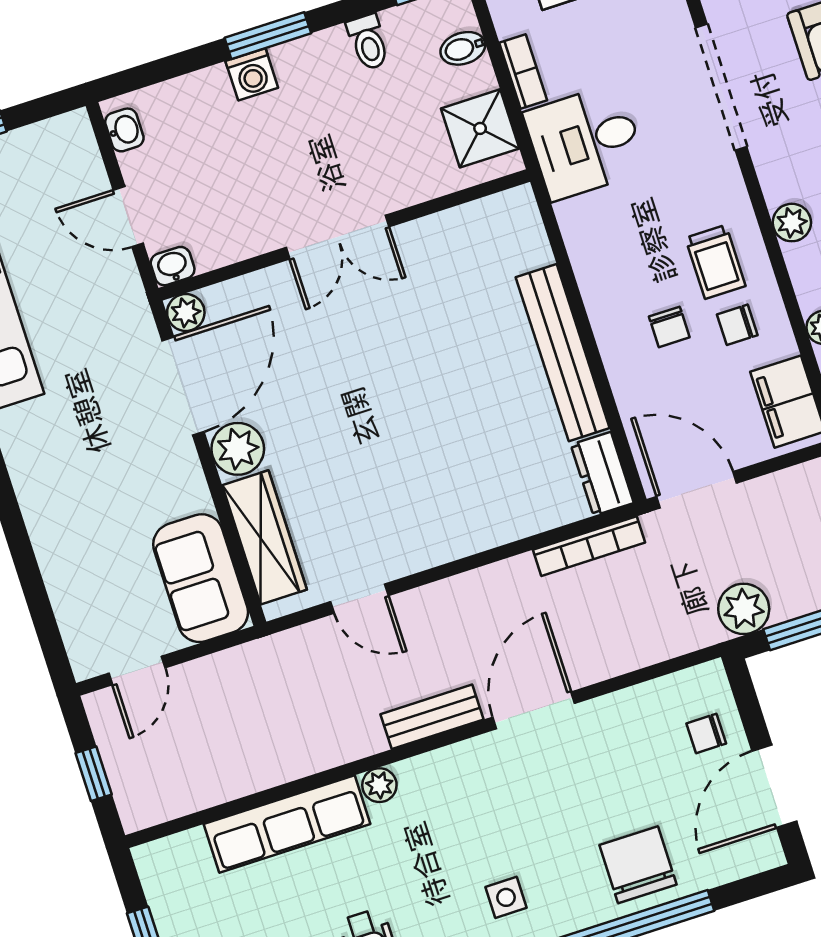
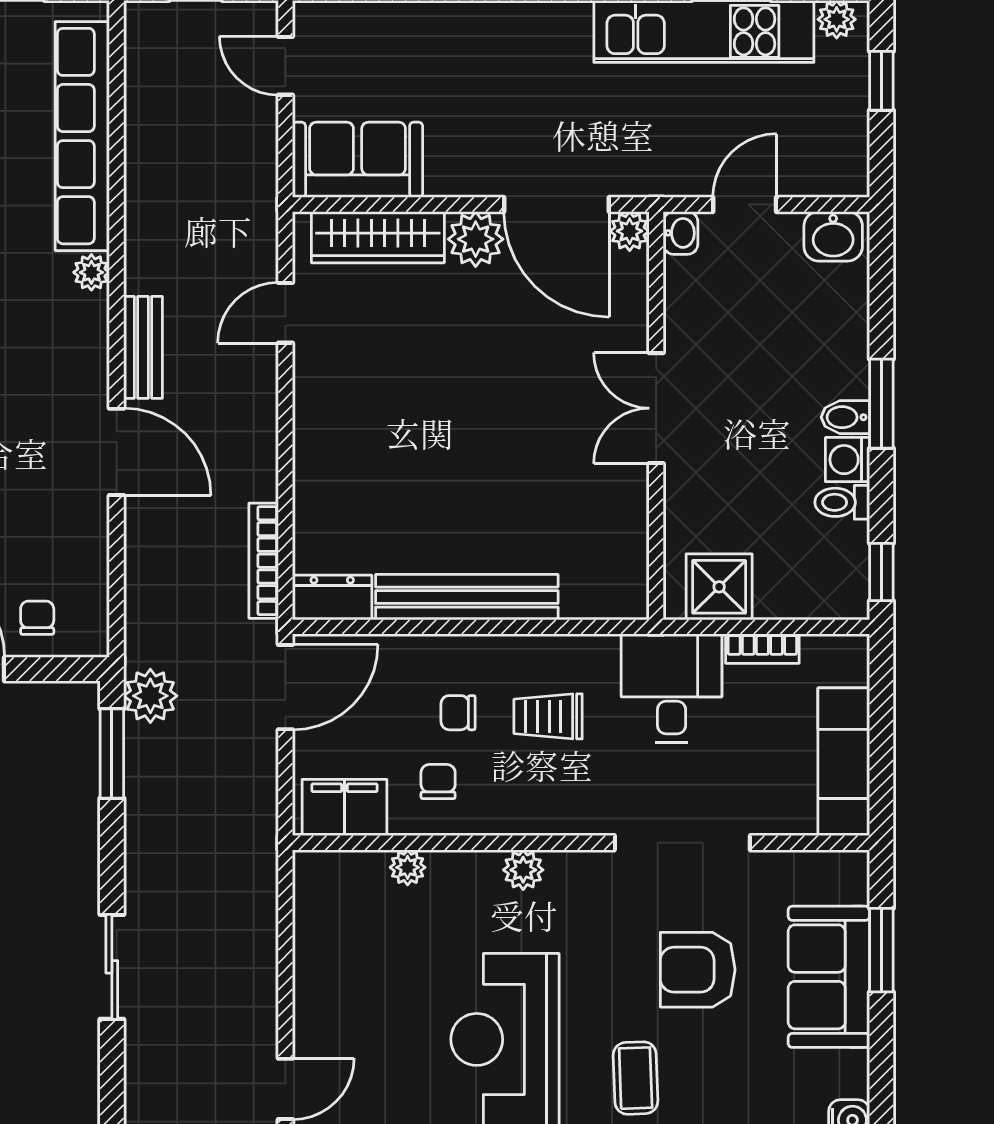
bidet: (463, 48) -> (845, 417), moved, turned -90
washing machine: (252, 74) -> (848, 460), moved
washbasin: (124, 130) -> (833, 236), width x1.38, depth x1.45
trolley: (715, 262) -> (548, 716), moved
row of seats: (287, 824) -> (82, 136), width x1.36

